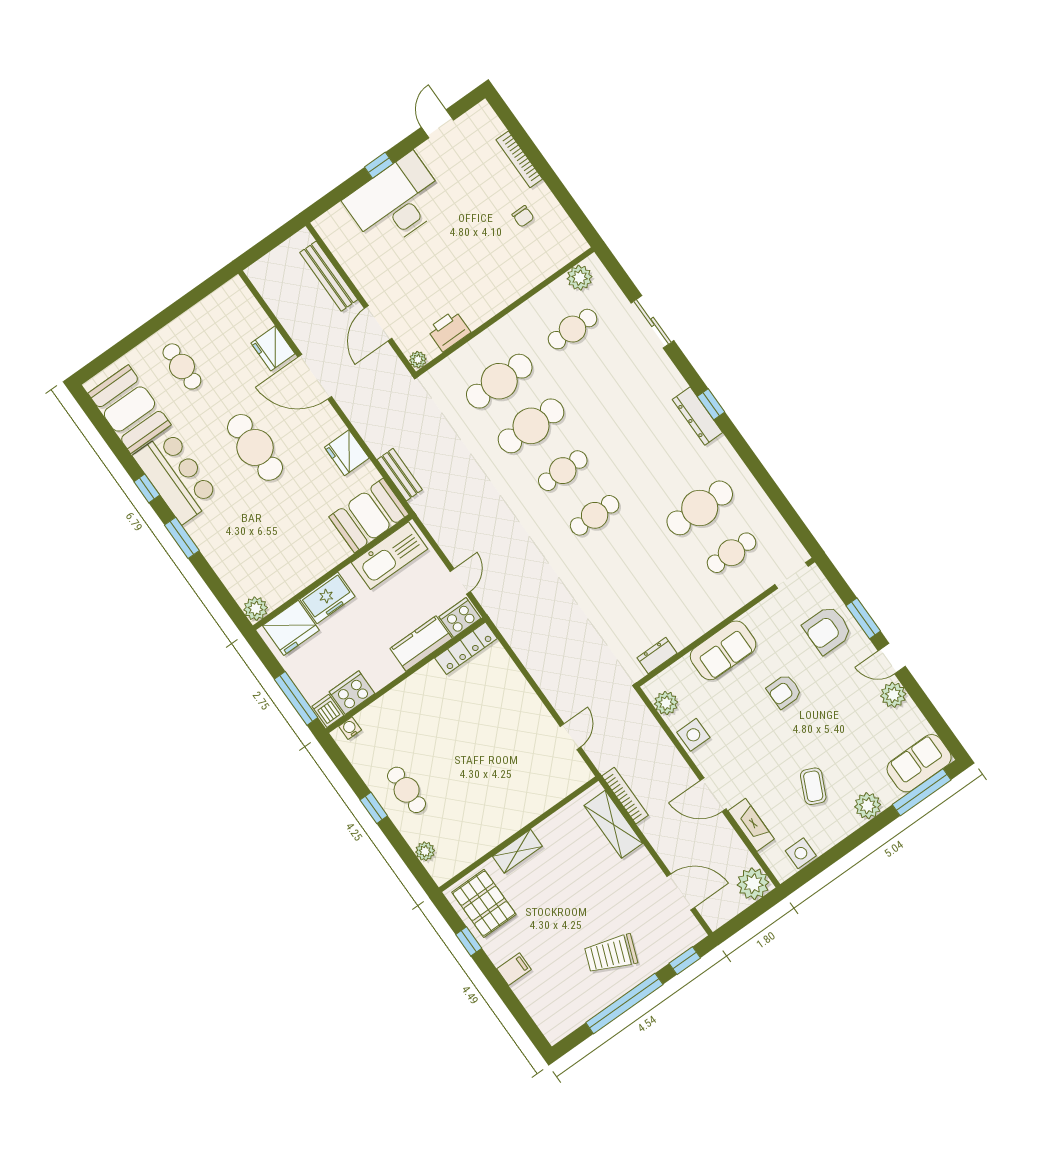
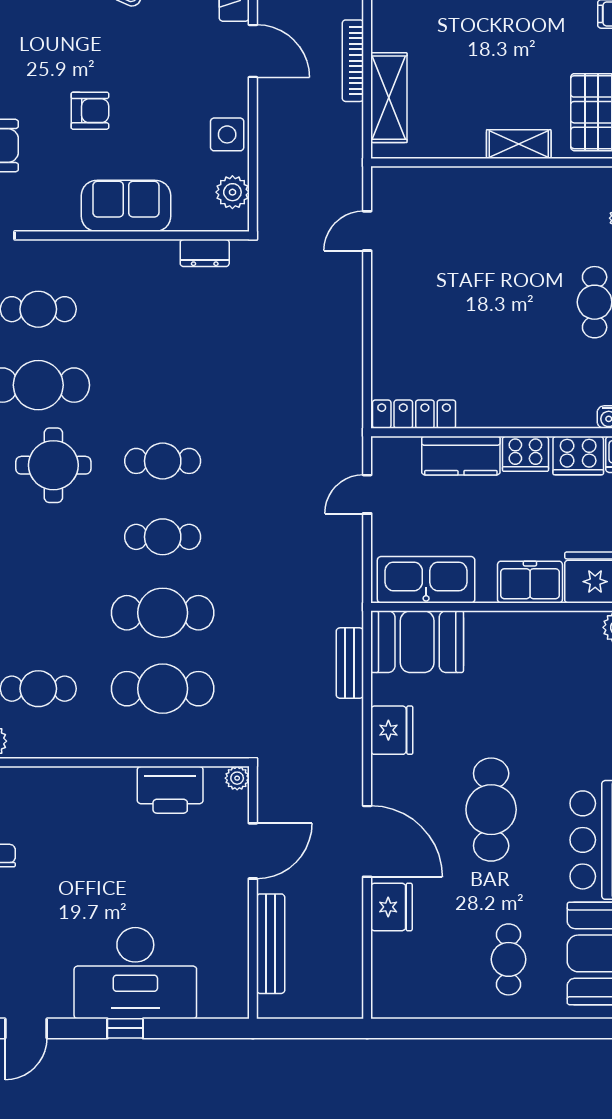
printer: (449, 331) -> (170, 790), width x1.37, depth x1.19
round table: (657, 467) -> (53, 465), added
cooker: (460, 617) -> (525, 454), moved
bookcase: (625, 796) -> (353, 61), moved

